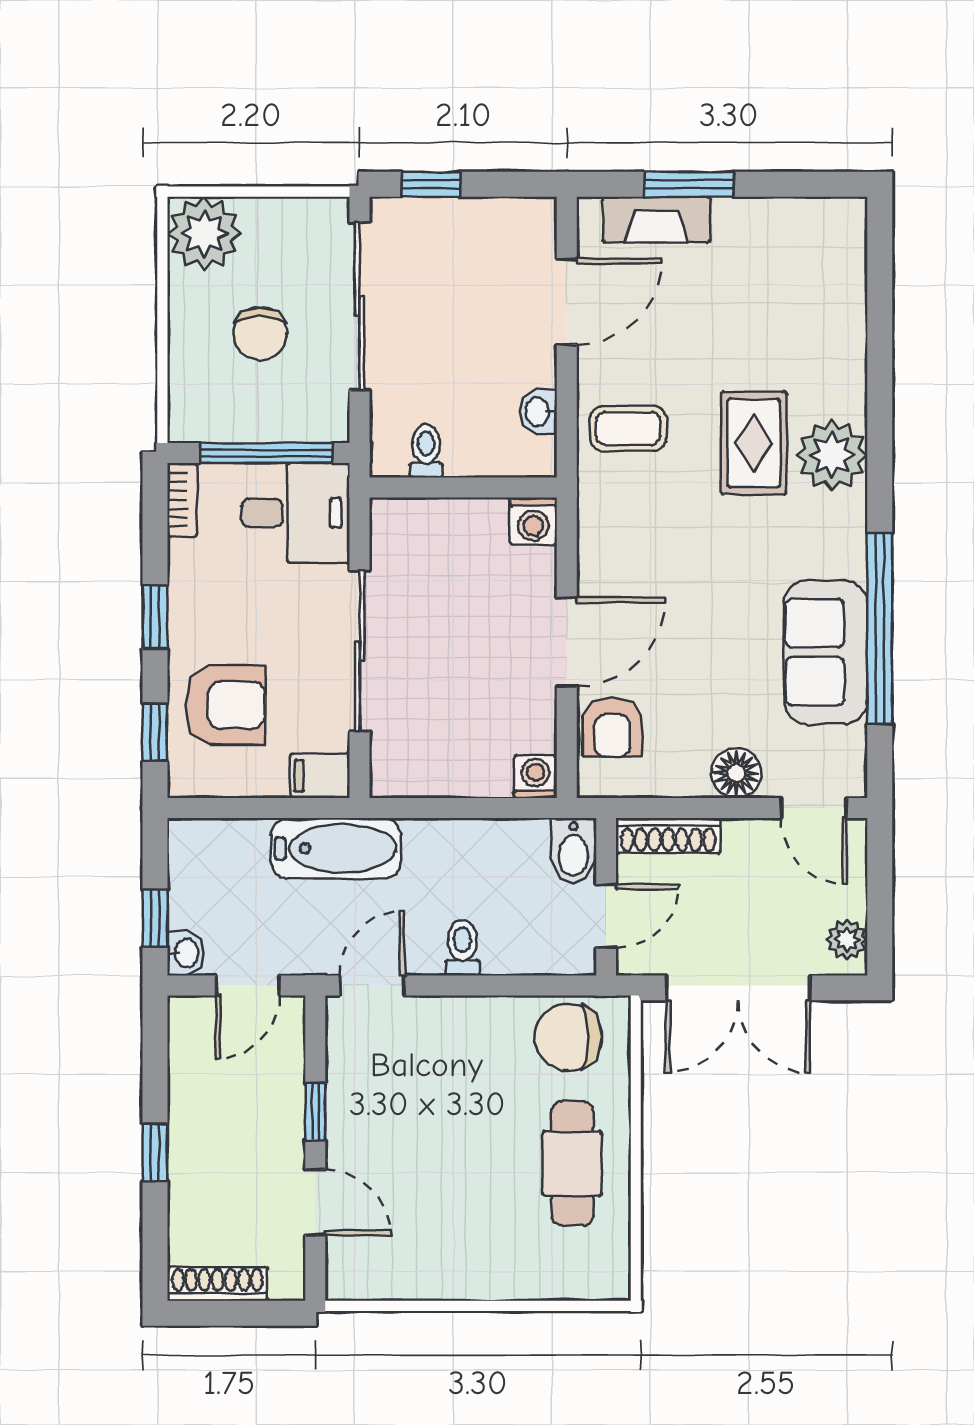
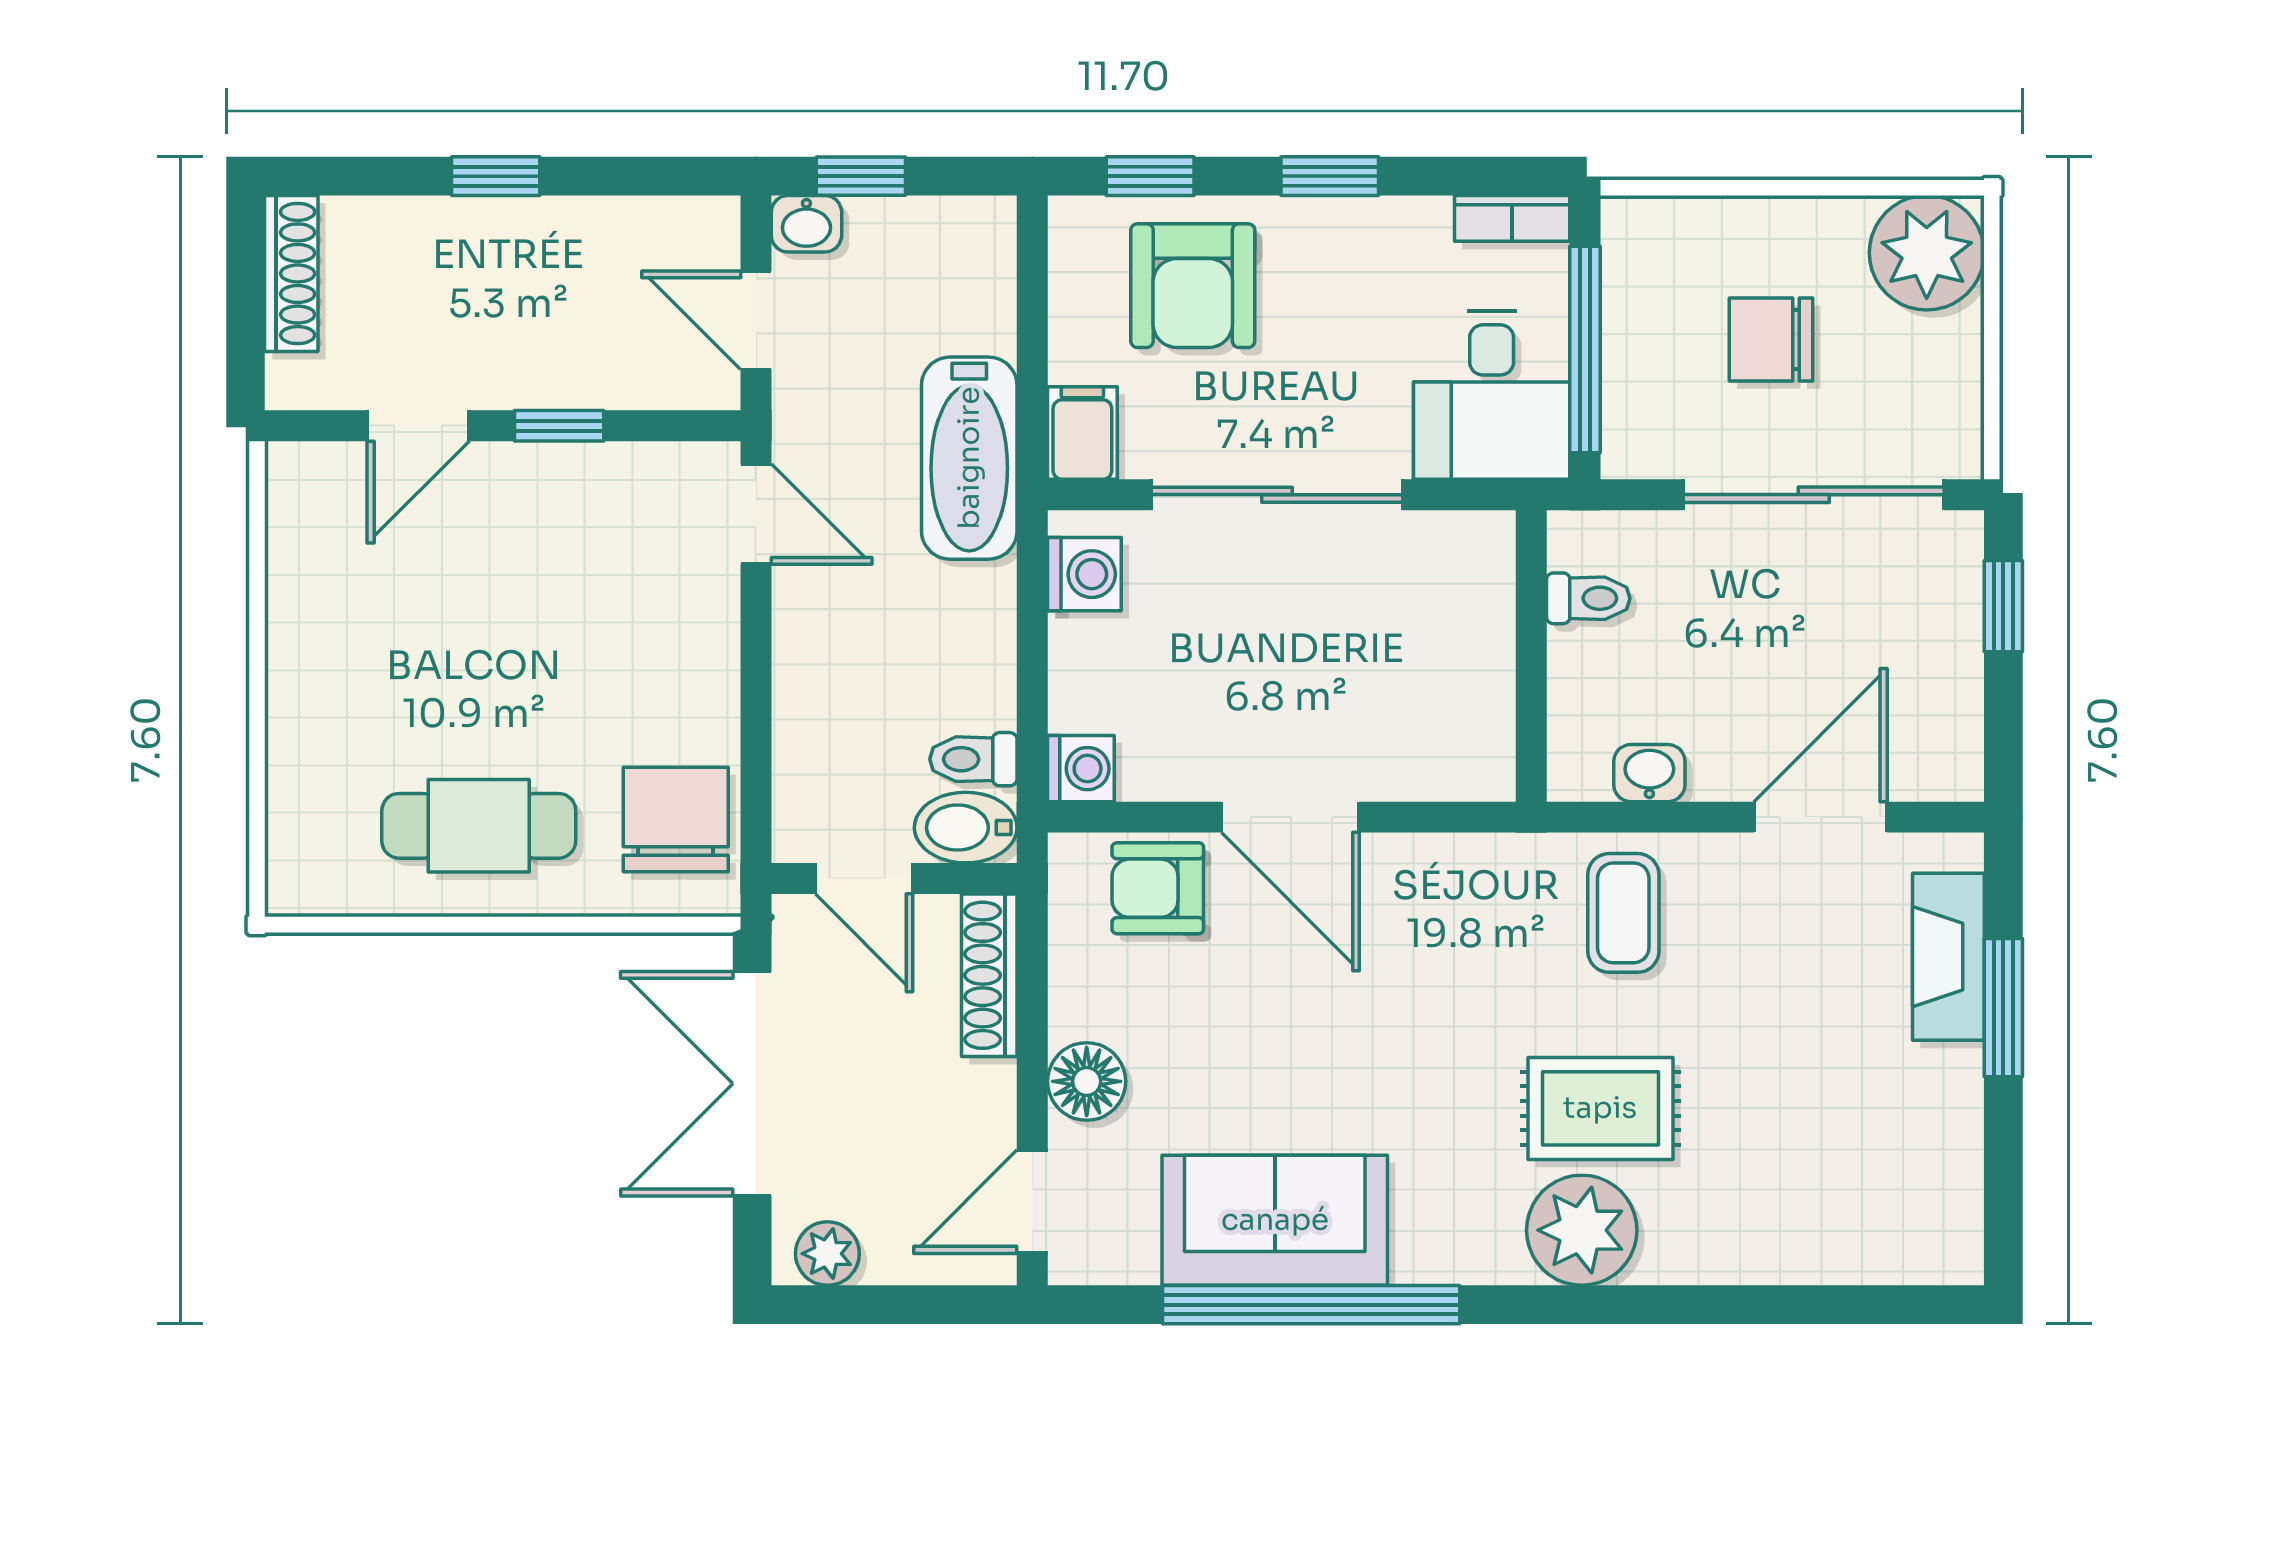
door: (567, 302) -> (1820, 817), swing flipped
washing machine: (533, 521) -> (1084, 574), moved, turned 180
toilet: (462, 948) -> (973, 759), moved, turned 180

